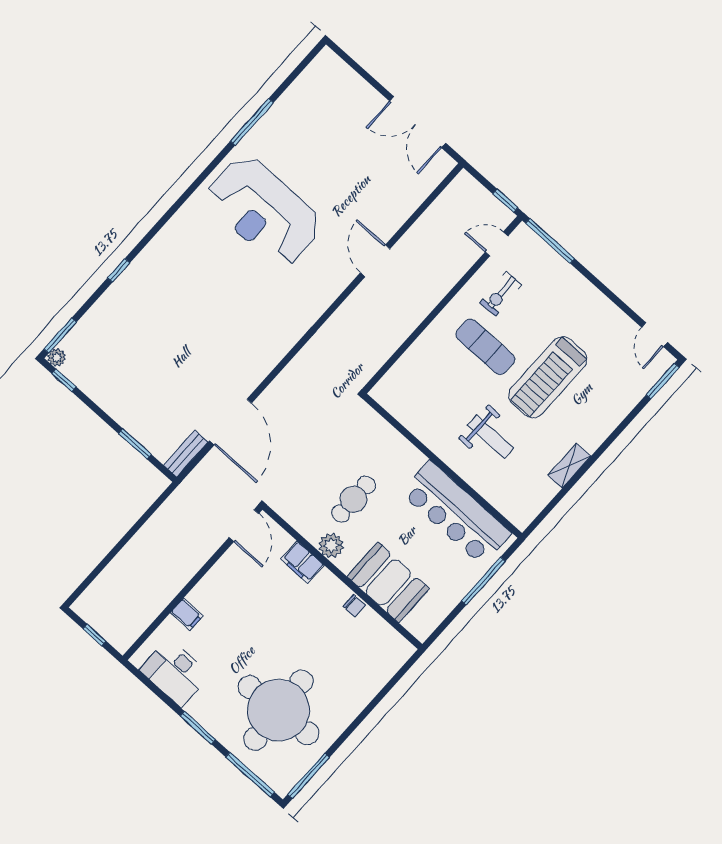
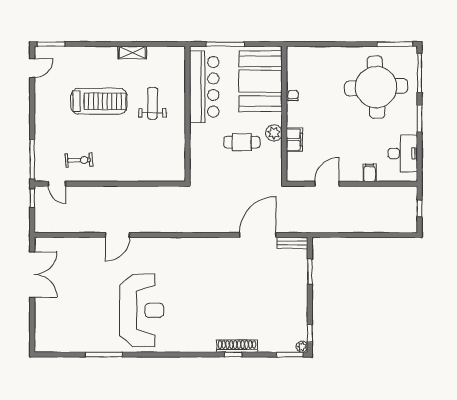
shoe rack: (124, 284) -> (237, 346), added
exercise mat: (485, 347) -> (111, 145), removed
door: (244, 526) -> (327, 184), moved
booth: (388, 582) -> (261, 81), width x1.36, depth x1.42

